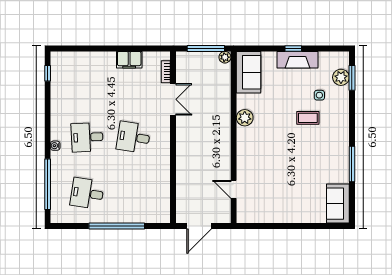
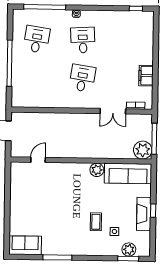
plant: (225, 57) -> (143, 150), width x1.87, depth x1.87
sofa: (249, 72) -> (128, 174), width x1.36

